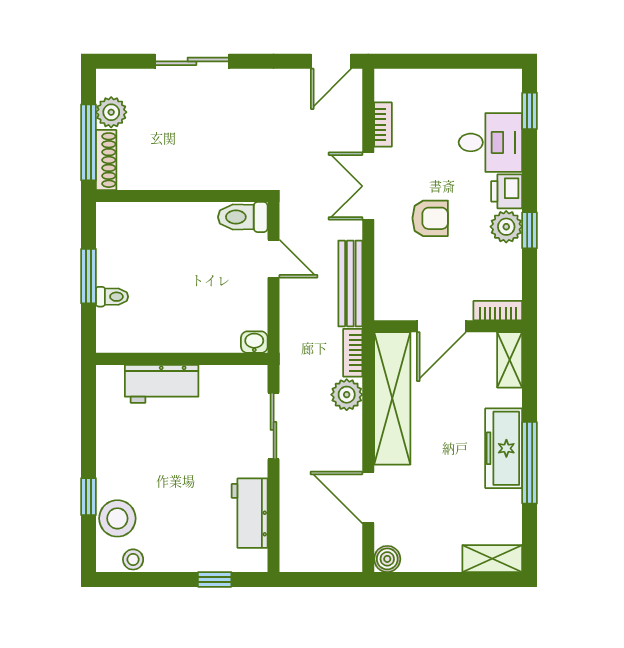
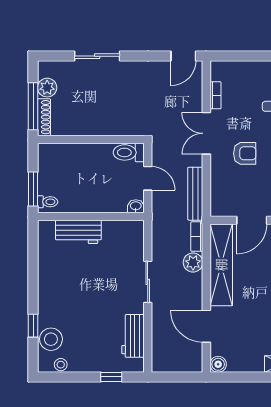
washbasin: (254, 342) -> (136, 206), moved
wall: (182, 359) -> (91, 217), moved
workbench: (162, 384) -> (78, 232), moved

